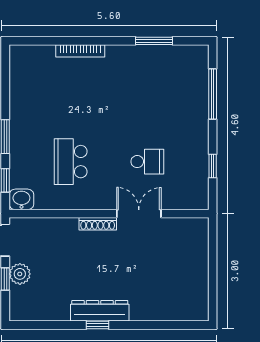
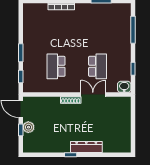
school desk: (147, 162) -> (98, 66), width x1.85
washbasin: (21, 199) -> (124, 87), moved
dresser: (100, 311) -> (86, 147), moved

